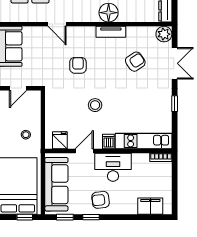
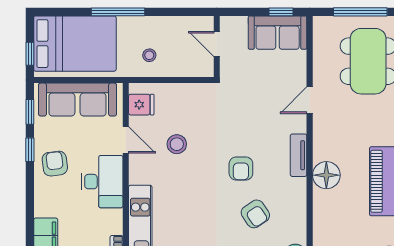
tv unit: (111, 32) -> (299, 155), moved
armchair: (78, 65) -> (241, 169), moved, turned 90
stool: (95, 105) -> (177, 144), moved
dishwasher: (108, 141) -> (139, 175), removed

